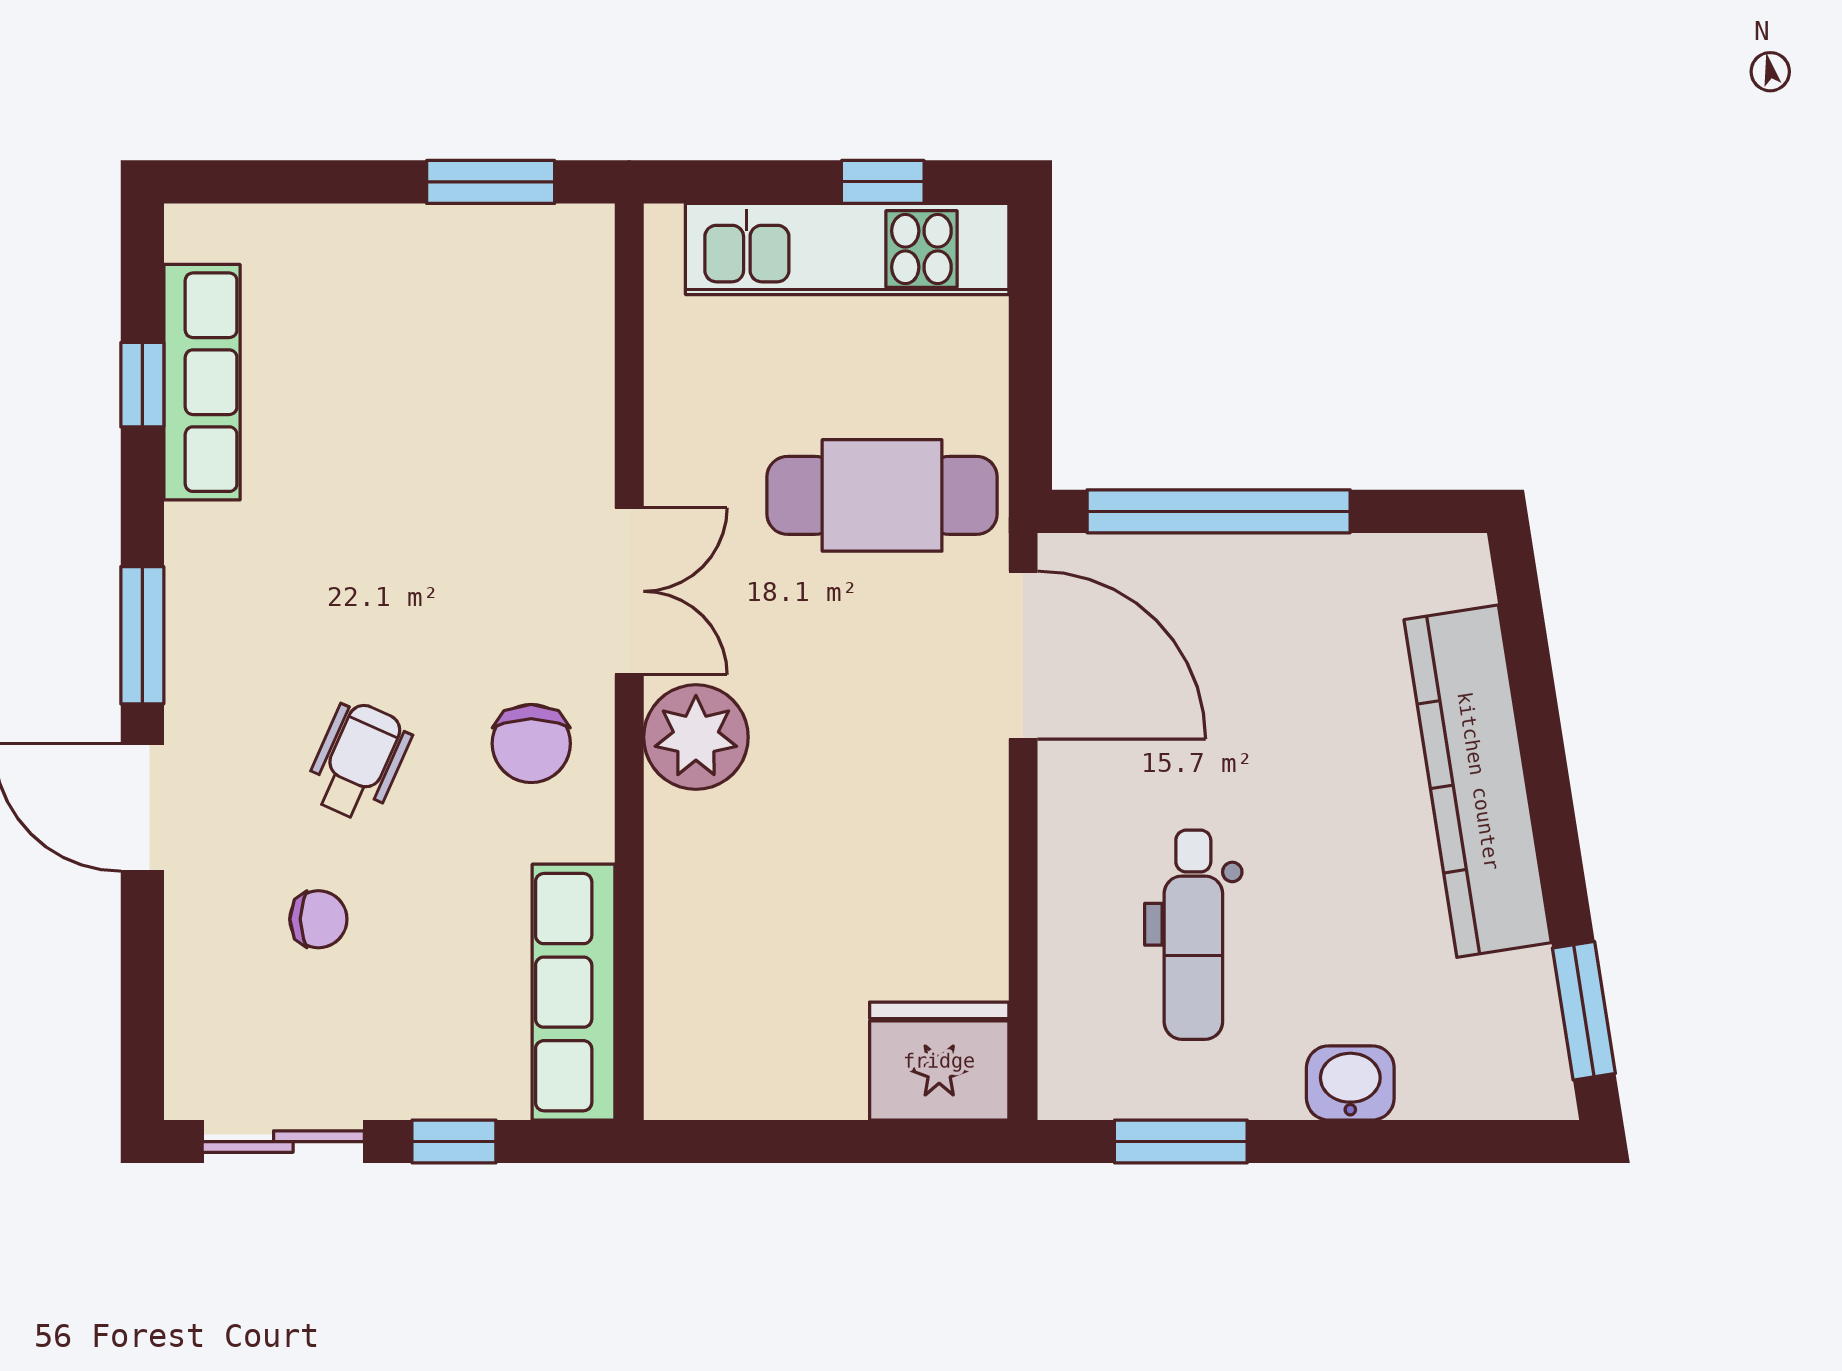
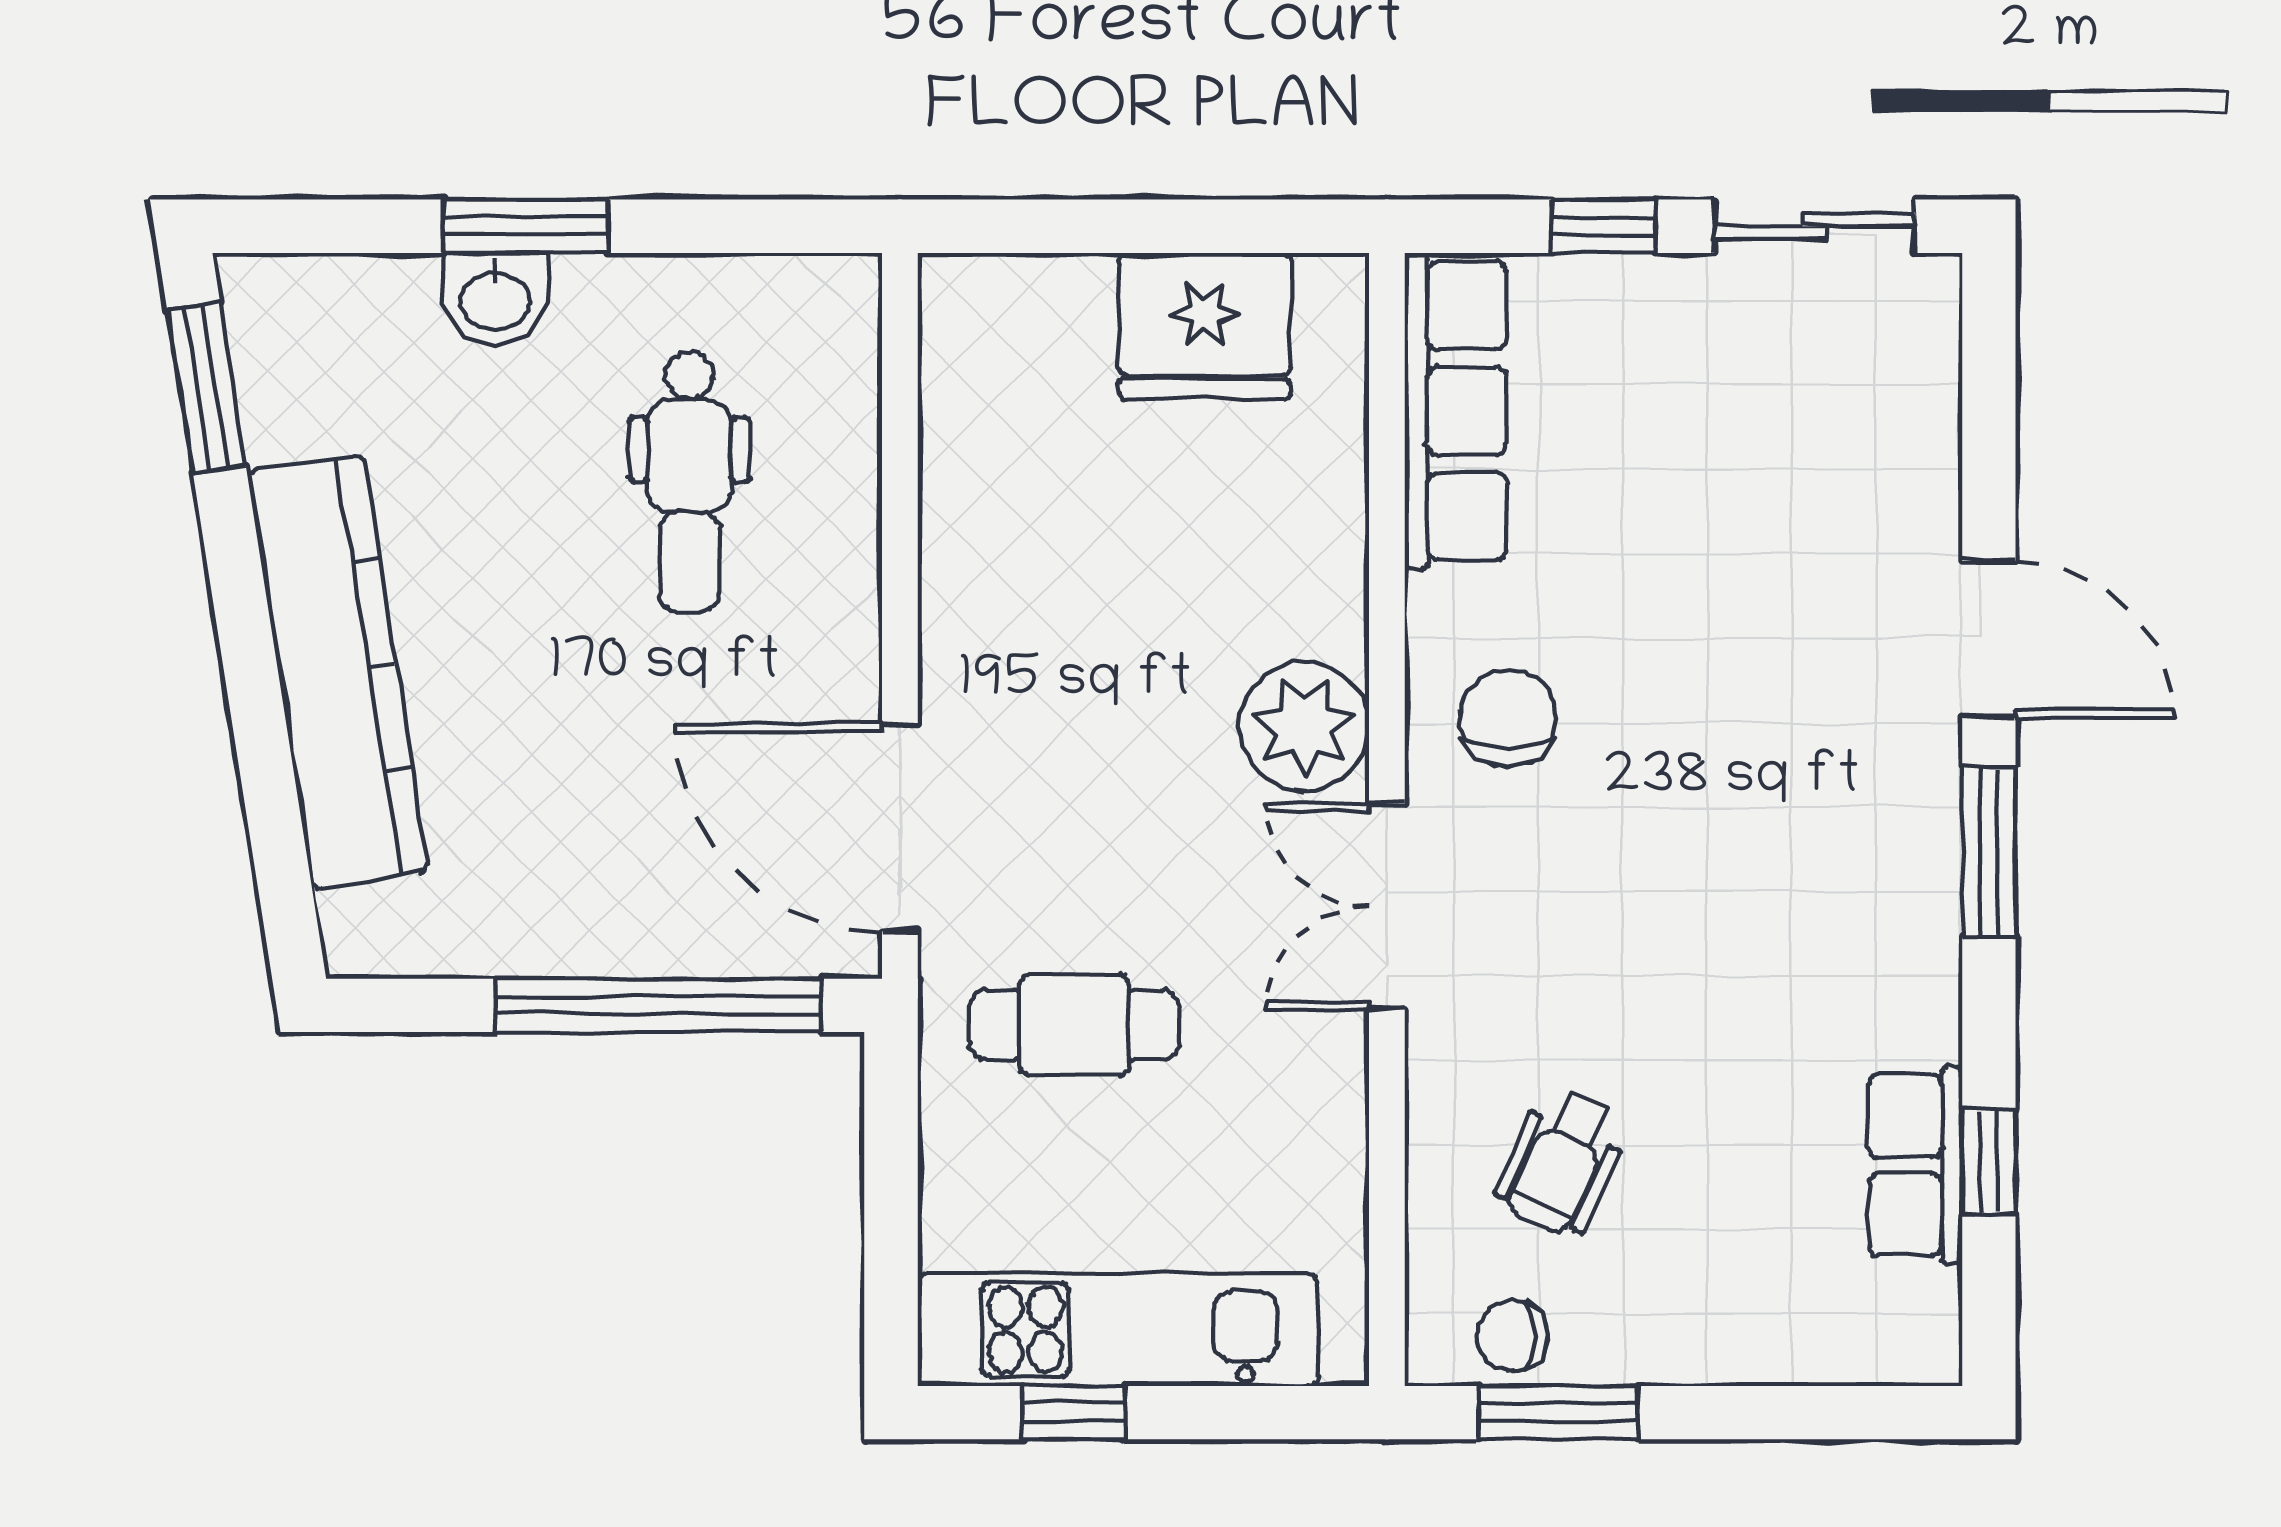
row of seats: (202, 382) -> (1915, 1165), width x0.68
cafe table: (882, 495) -> (1074, 1025), width x0.73, depth x0.74
wheelchair: (358, 761) -> (1561, 1163), moved
chair: (318, 919) -> (1512, 1336), moved
dental chair: (1193, 935) -> (689, 482), turned 180
fridge: (939, 1061) -> (1205, 326), moved
window: (1181, 1142) -> (526, 226), moved

